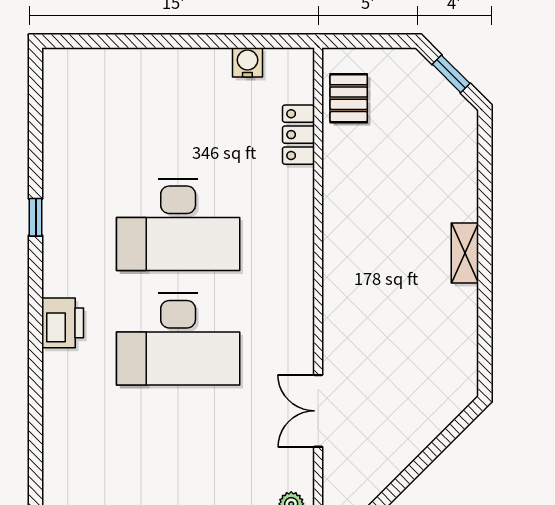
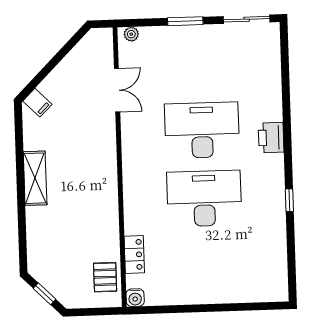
water cooler: (247, 62) -> (135, 298), moved
shelving: (465, 253) -> (35, 178), width x1.50, depth x1.33
filing cabinet: (452, 394) -> (37, 103), added

